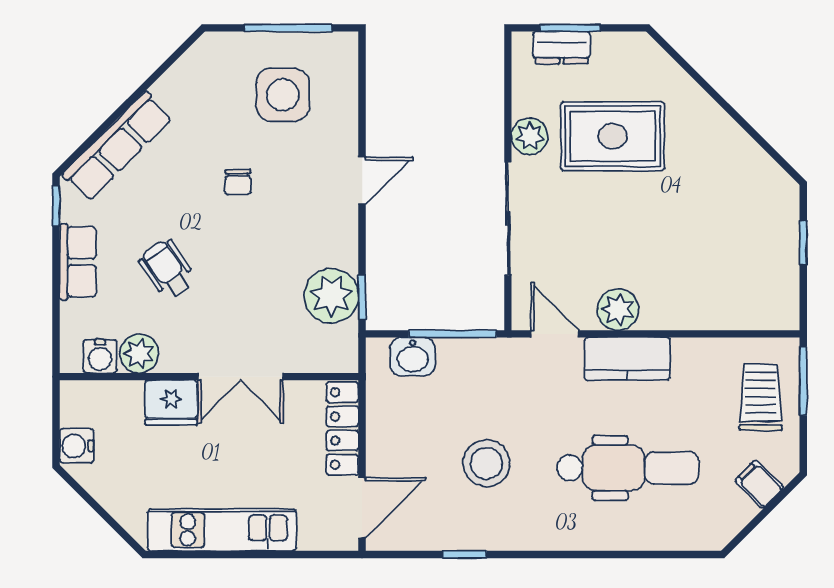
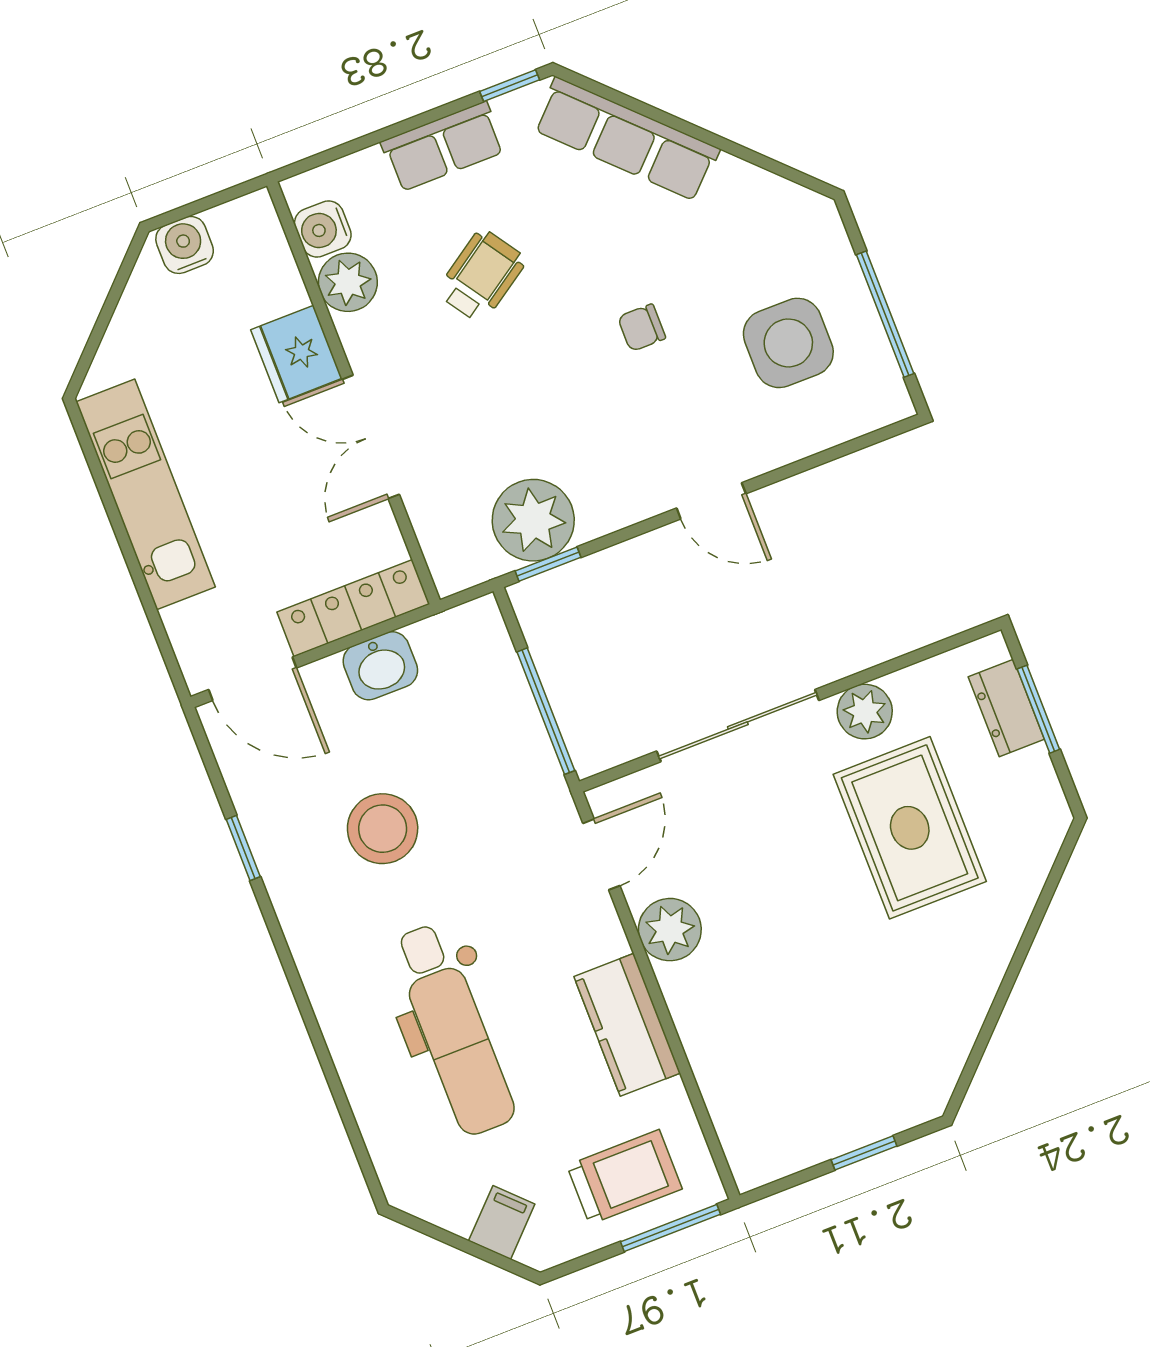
washbasin: (413, 357) -> (380, 666), moved, turned -90
kitchen counter: (627, 359) -> (627, 1025), moved

